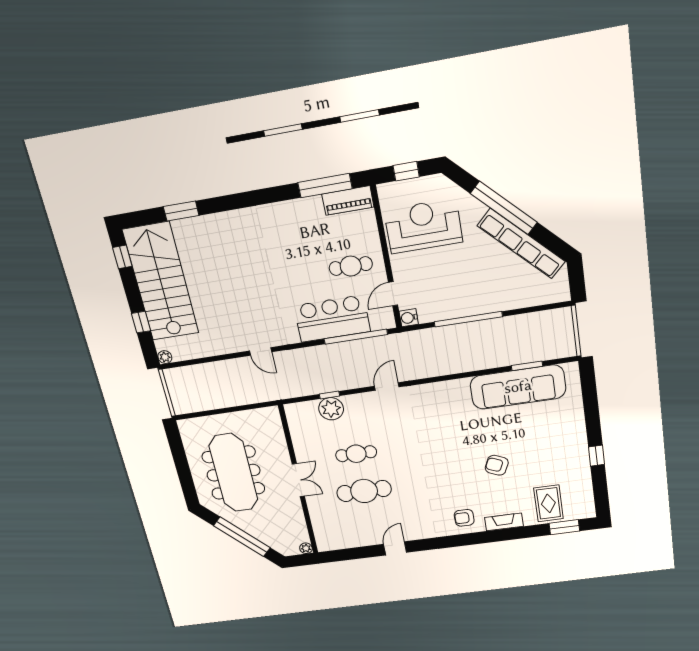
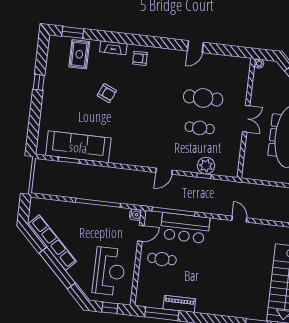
piano: (348, 201) -> (179, 304), moved
reception desk: (423, 226) -> (109, 271), turned -90
double door: (298, 480) -> (246, 119), swing flipped
armchair: (464, 518) -> (140, 58), turned 180

